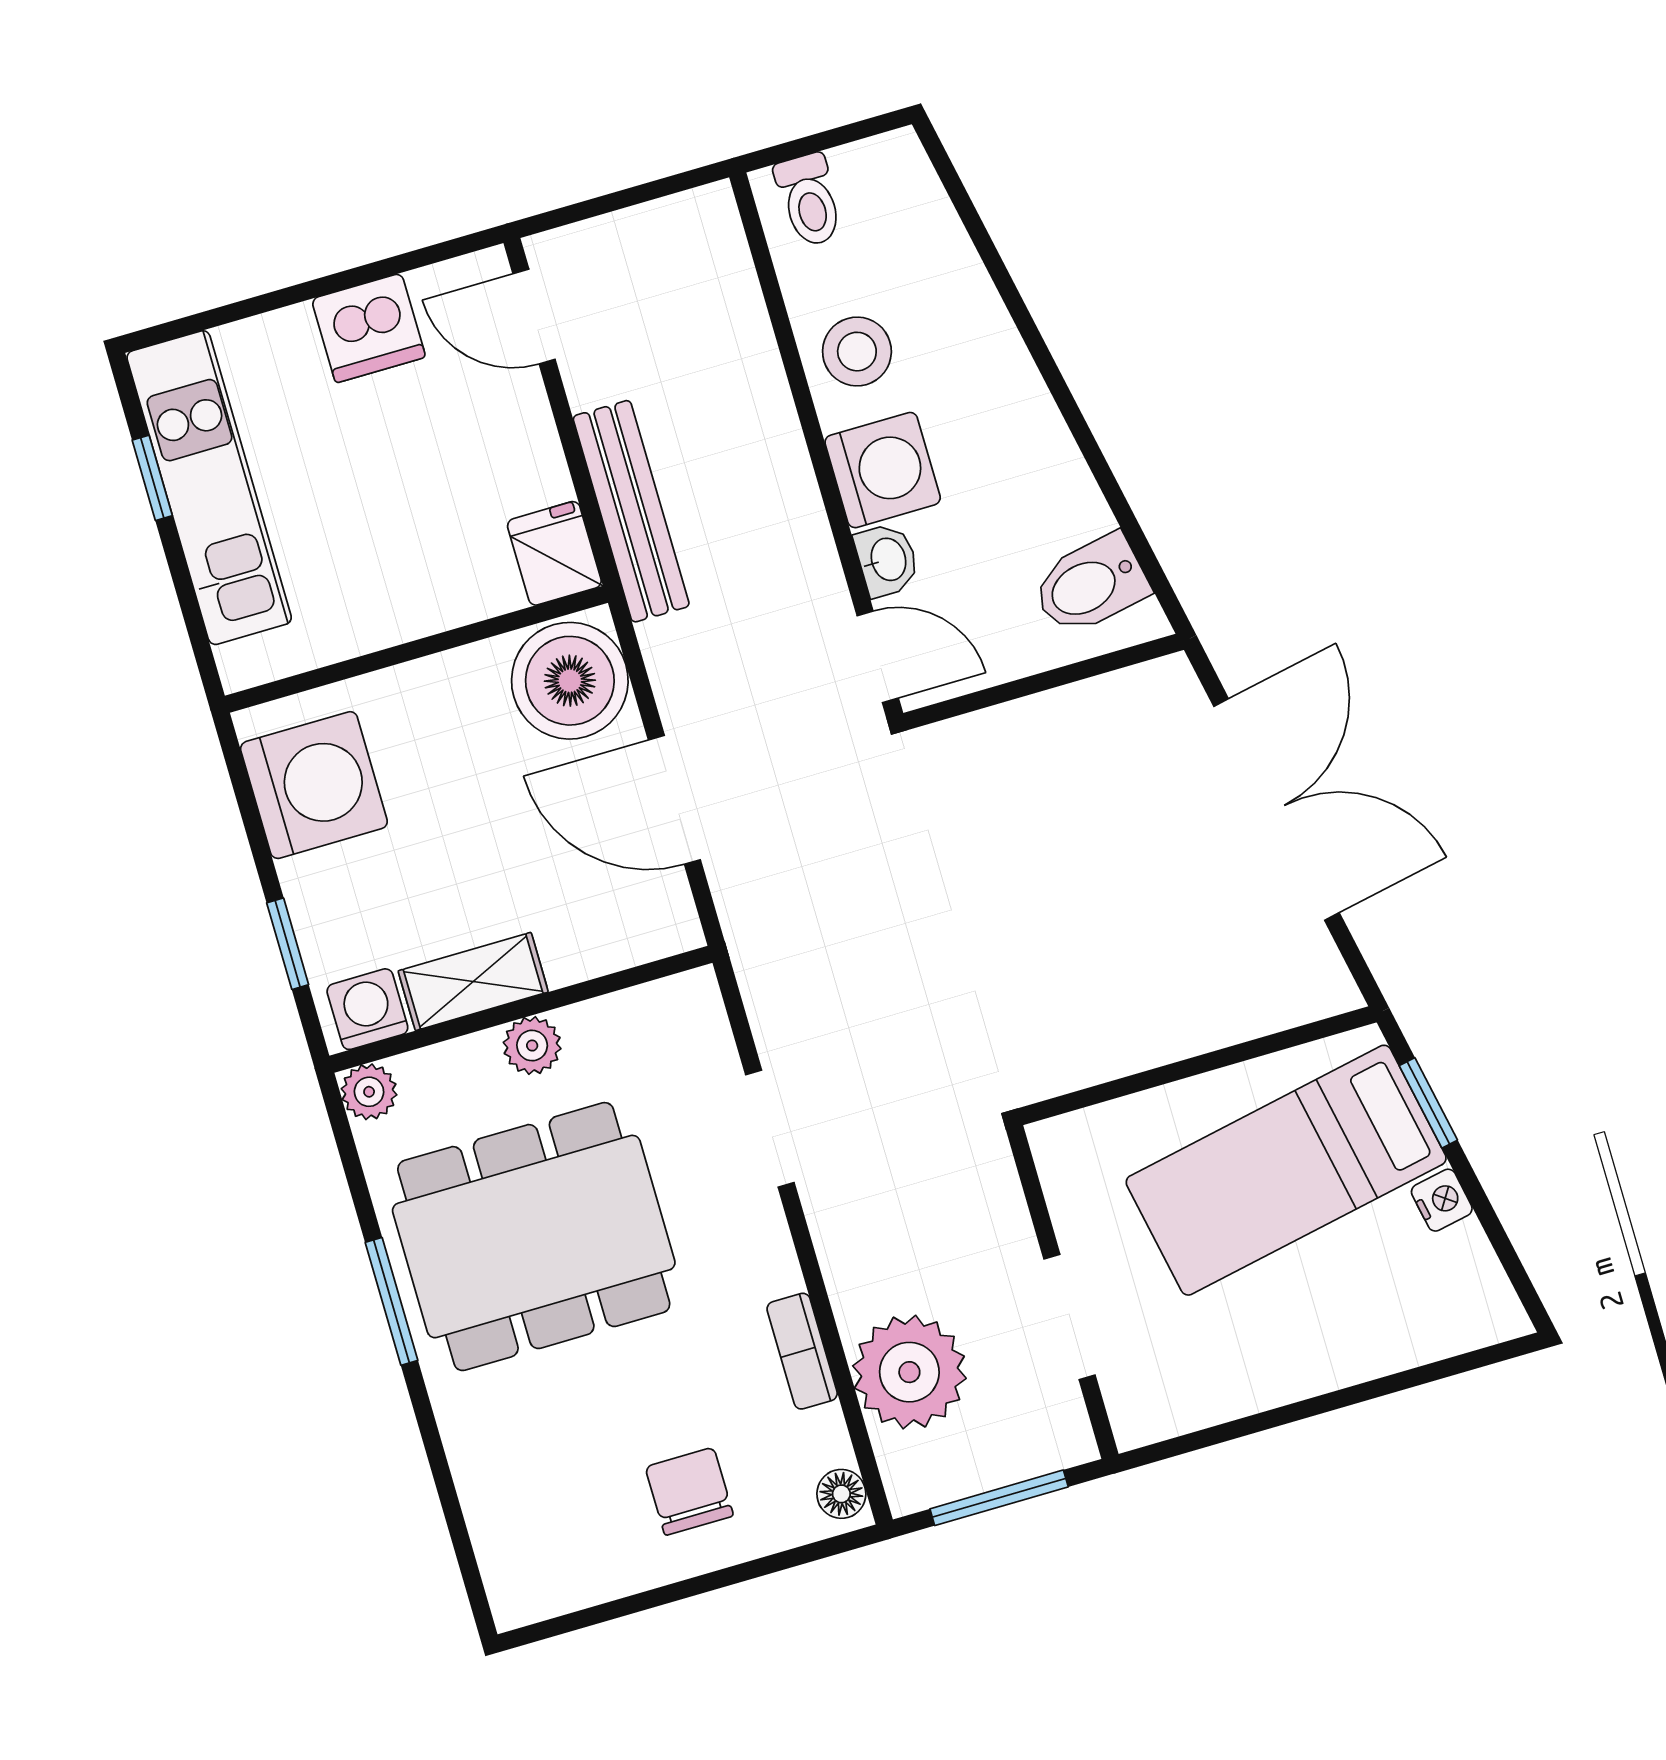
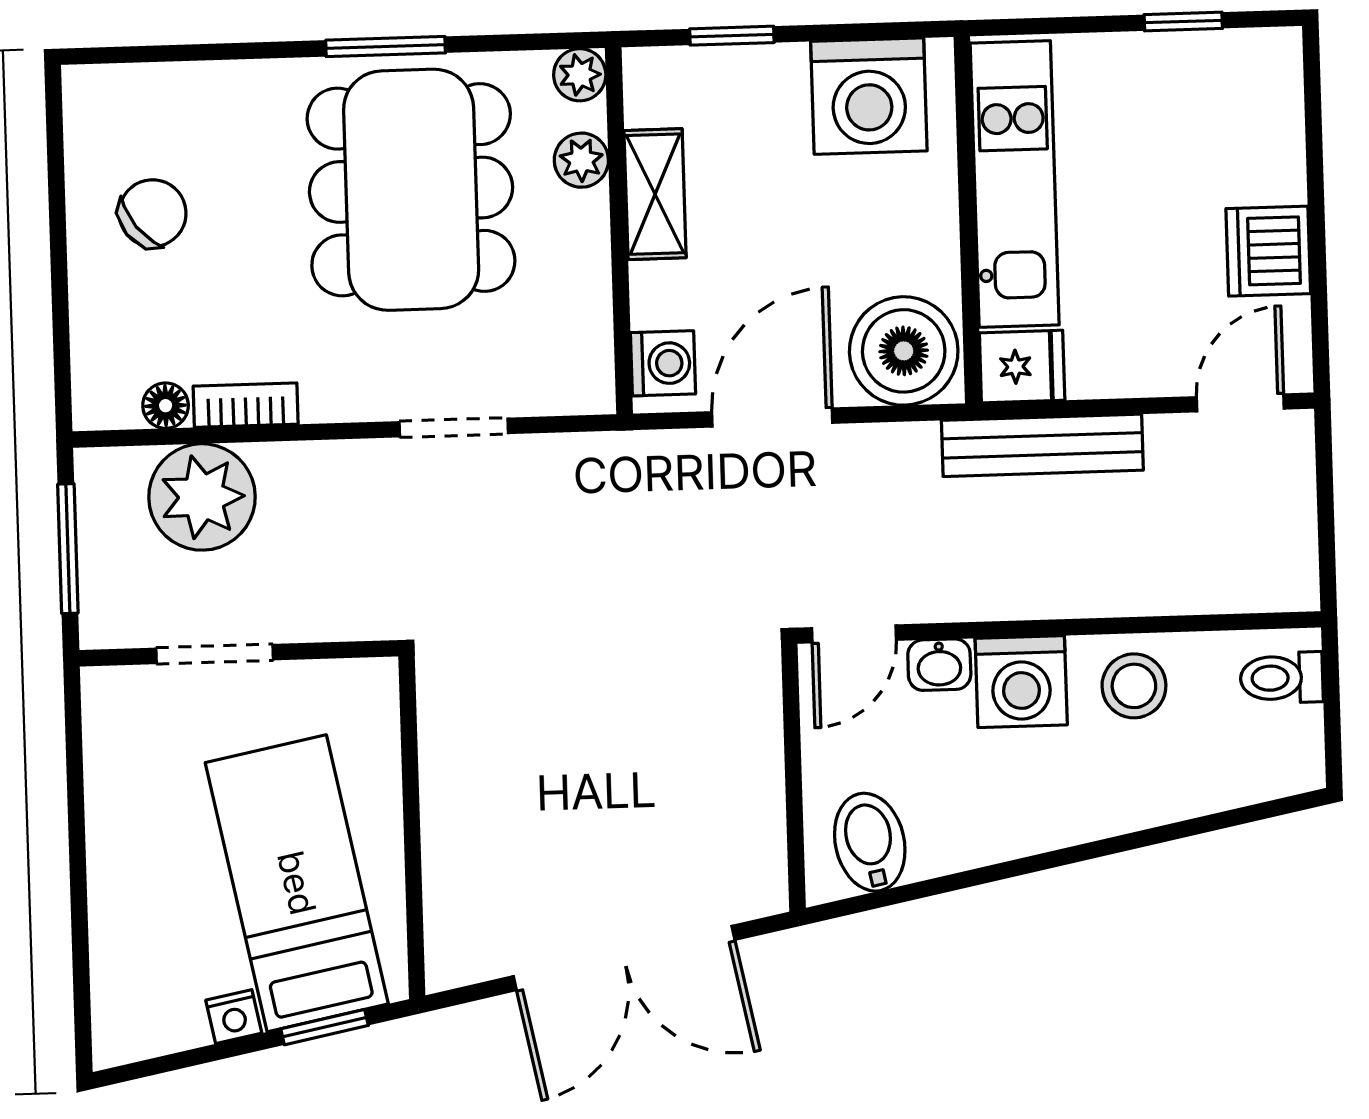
kitchen unit: (209, 488) -> (1015, 184), moved, turned -90
washing machine: (367, 1009) -> (663, 363), moved
plant: (532, 1046) -> (581, 160), moved
chair: (689, 1491) -> (153, 213), moved, turned -38
floor lamp: (841, 1494) -> (166, 406), moved

